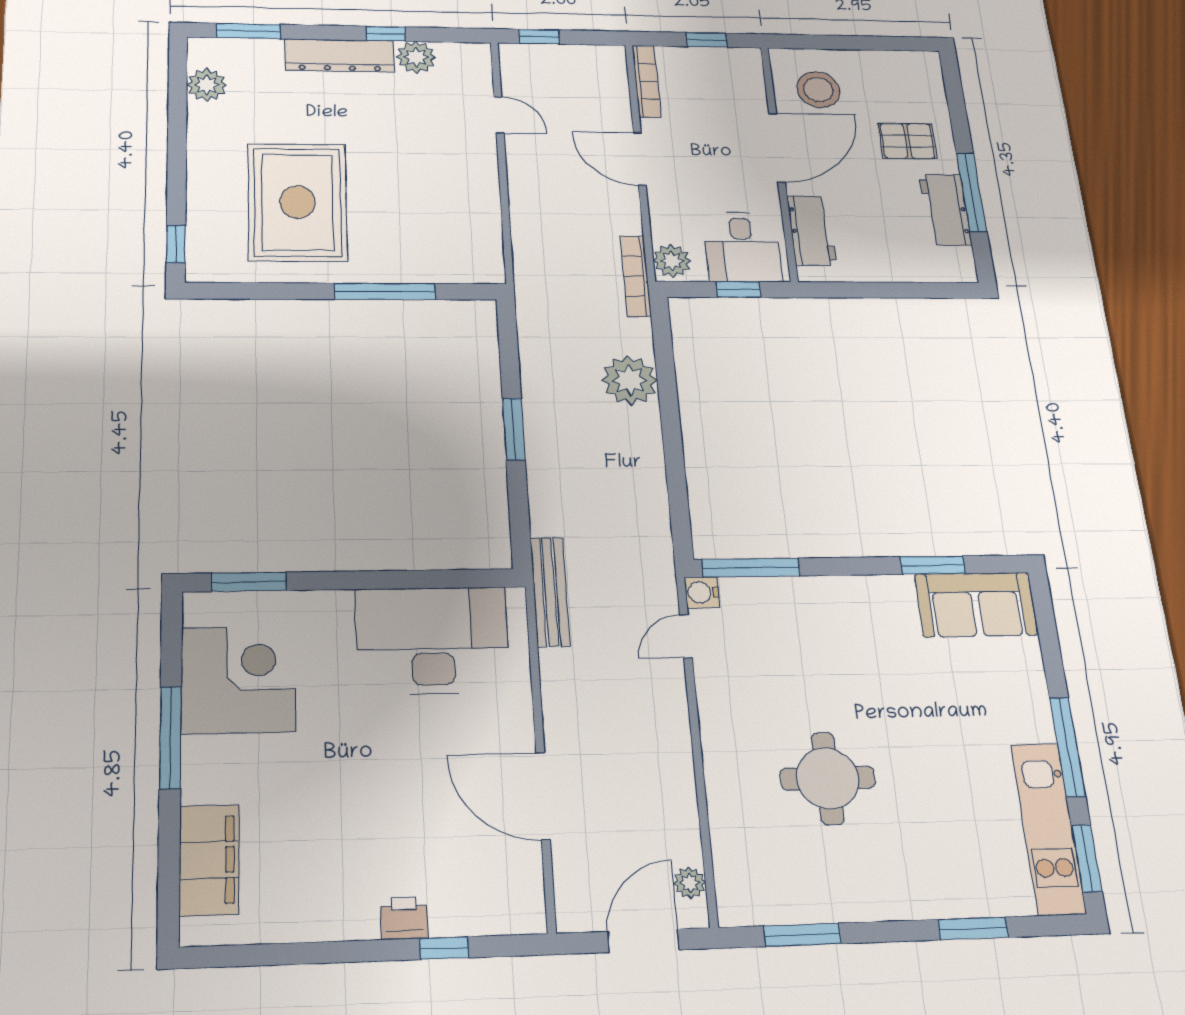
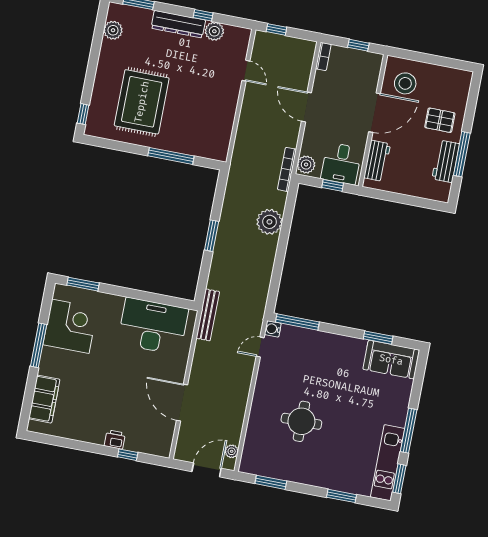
bookcase: (647, 81) -> (323, 56), width x0.64

